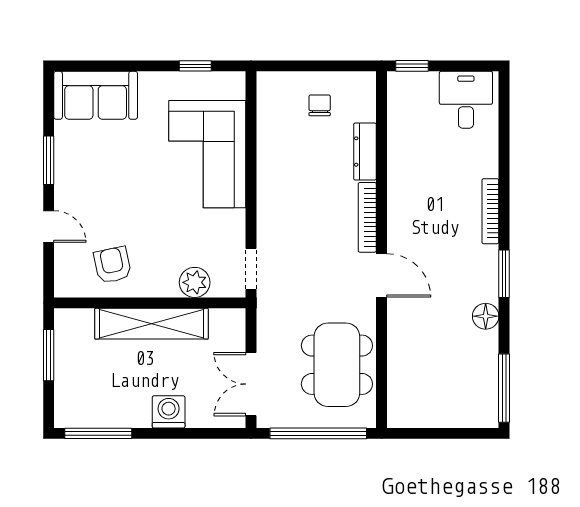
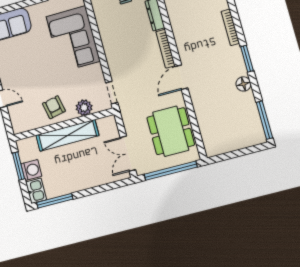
armchair: (112, 265) -> (54, 107), moved
door: (382, 275) -> (181, 77), swing flipped
kitchen sink: (69, 407) -> (36, 191), added
washing machine: (169, 412) -> (31, 170), moved, turned 90

